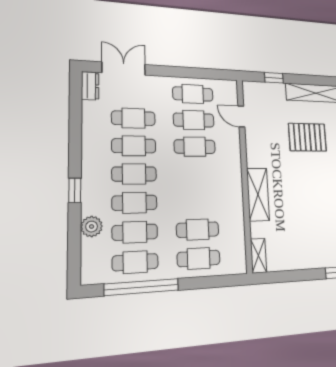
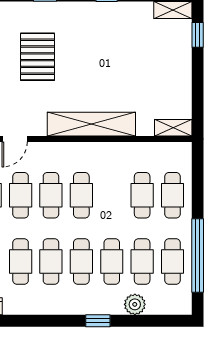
cafe table: (196, 174) -> (81, 195), added
shelving: (258, 194) -> (91, 124), width x1.47

